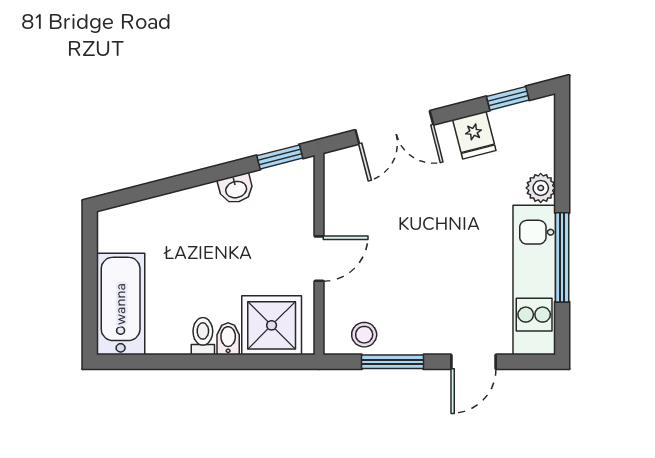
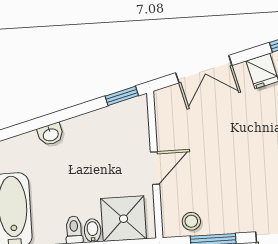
washbasin: (236, 189) -> (51, 134), moved

